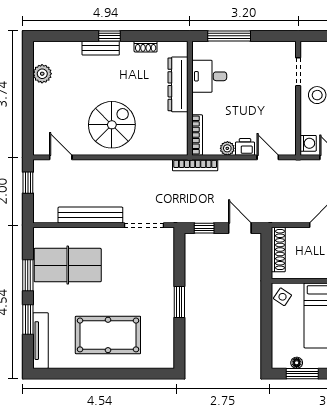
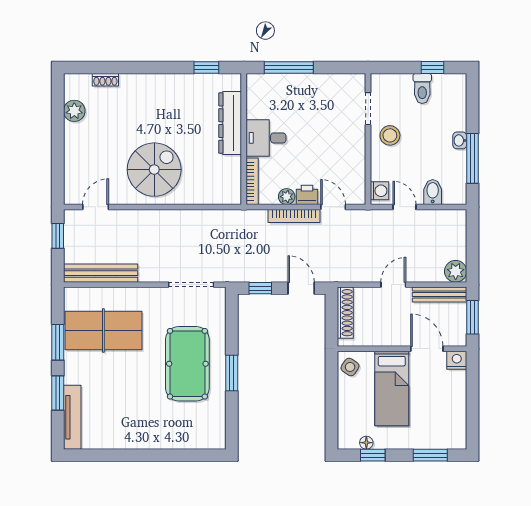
window: (110, 36) -> (206, 68), moved
shoe rack: (146, 47) -> (105, 80), moved
bench: (101, 48) -> (141, 82), removed
desk: (209, 76) -> (266, 138), moved
door: (61, 157) -> (96, 207), hinge flipped
bookcase: (195, 165) -> (294, 216), moved
bench: (90, 215) -> (101, 273), moved
pool table: (108, 335) -> (187, 364), moved, turned 90
window: (302, 374) -> (373, 455), width x0.67

